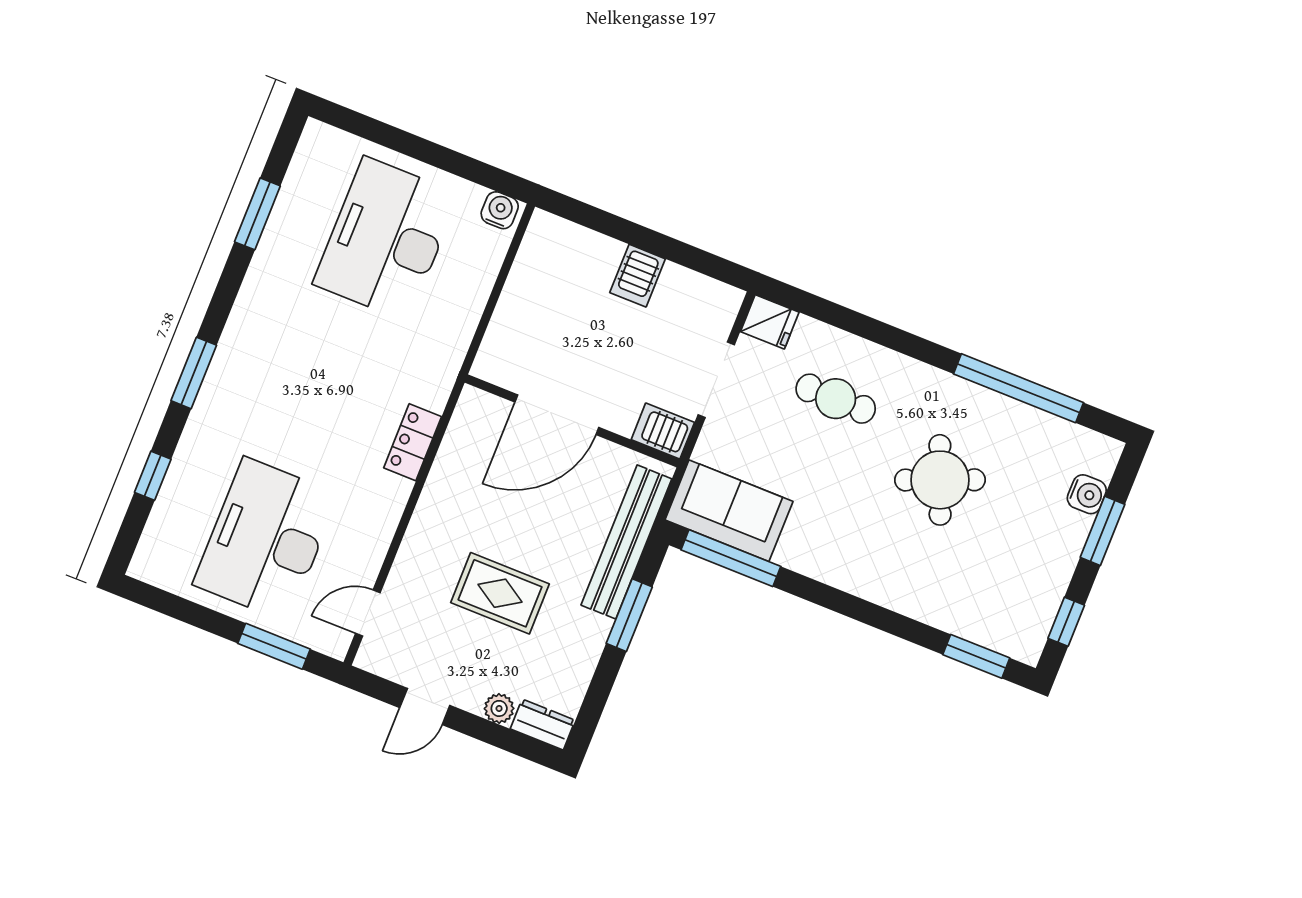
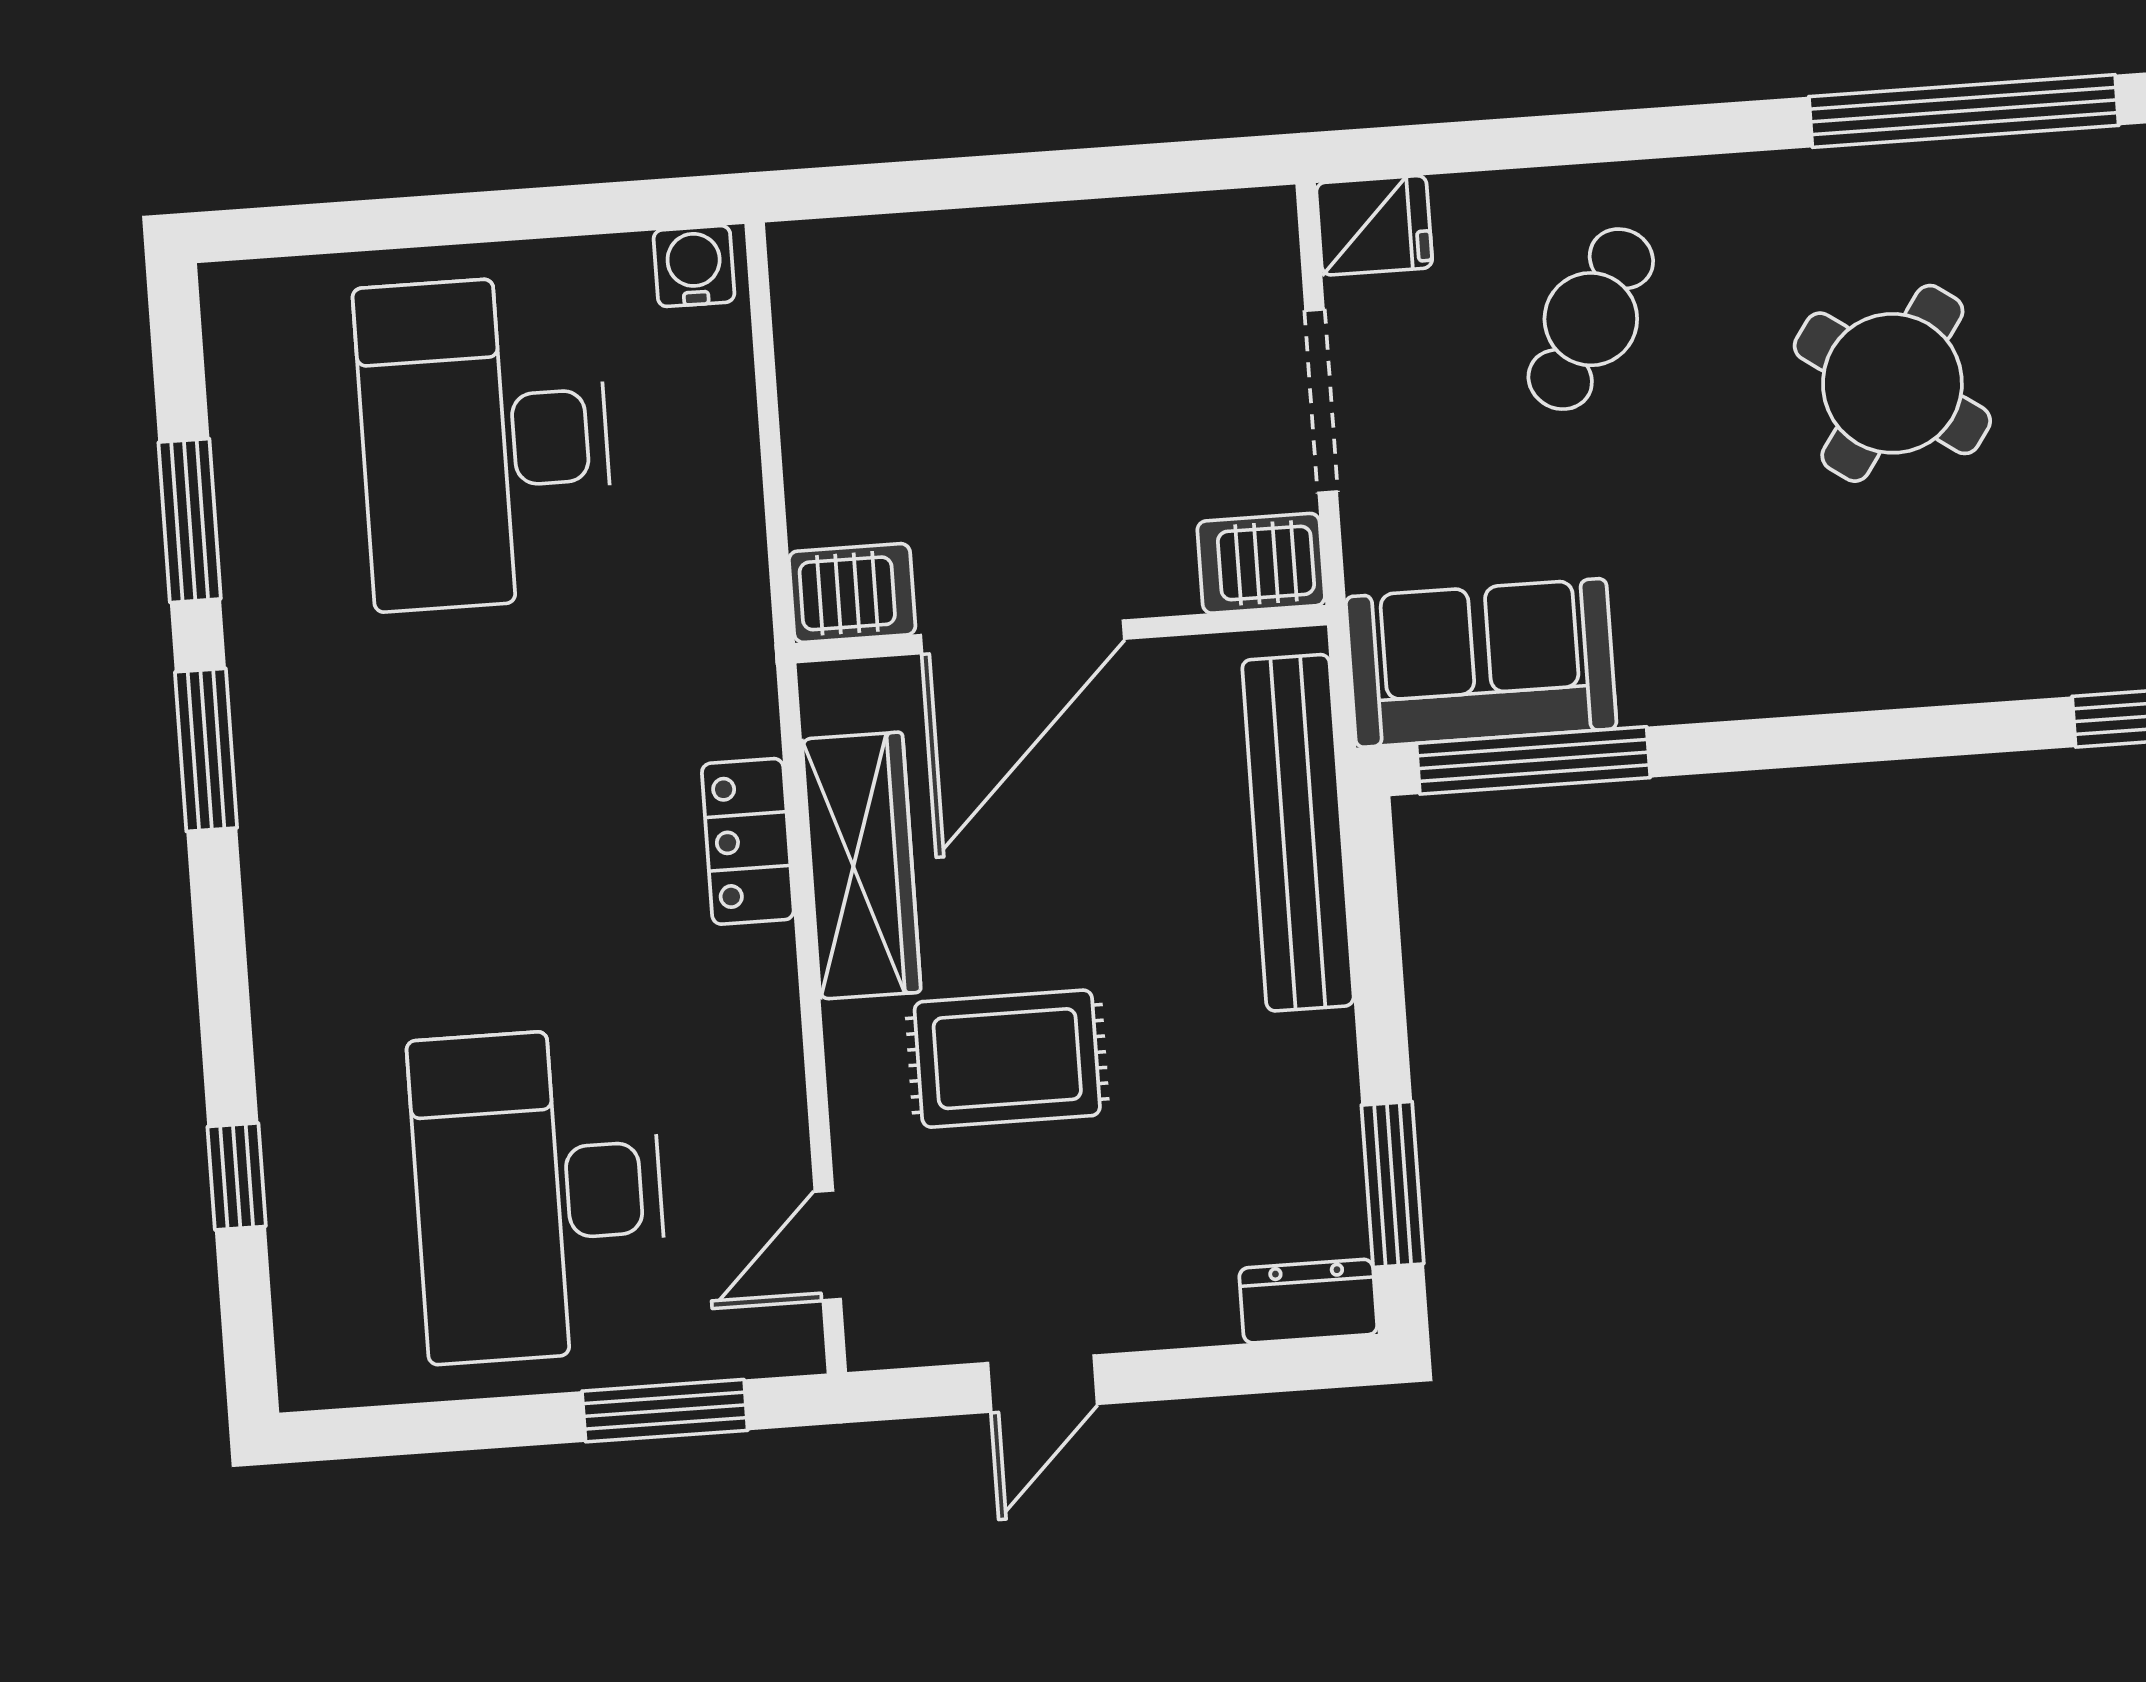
server rack: (638, 276) -> (852, 593), moved, turned -90
window: (194, 373) -> (206, 750), moved
cafe table: (836, 399) -> (1591, 319), turned -59
wardrobe: (452, 473) -> (861, 866), added
round table: (940, 480) -> (1892, 383), turned -33
rug: (500, 593) -> (1007, 1059), moved
window: (629, 615) -> (1393, 1184), moved
plant: (499, 708) -> (1200, 1312), removed

